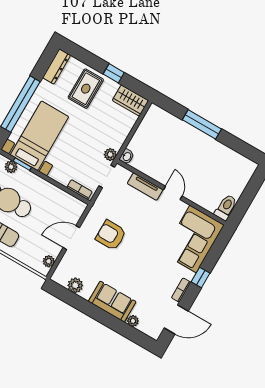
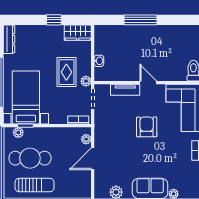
rug: (86, 89) -> (66, 72), moved
washbasin: (127, 156) -> (99, 61), moved
armchair: (111, 235) -> (147, 127), moved, turned 90
plant: (49, 261) -> (86, 139), moved

